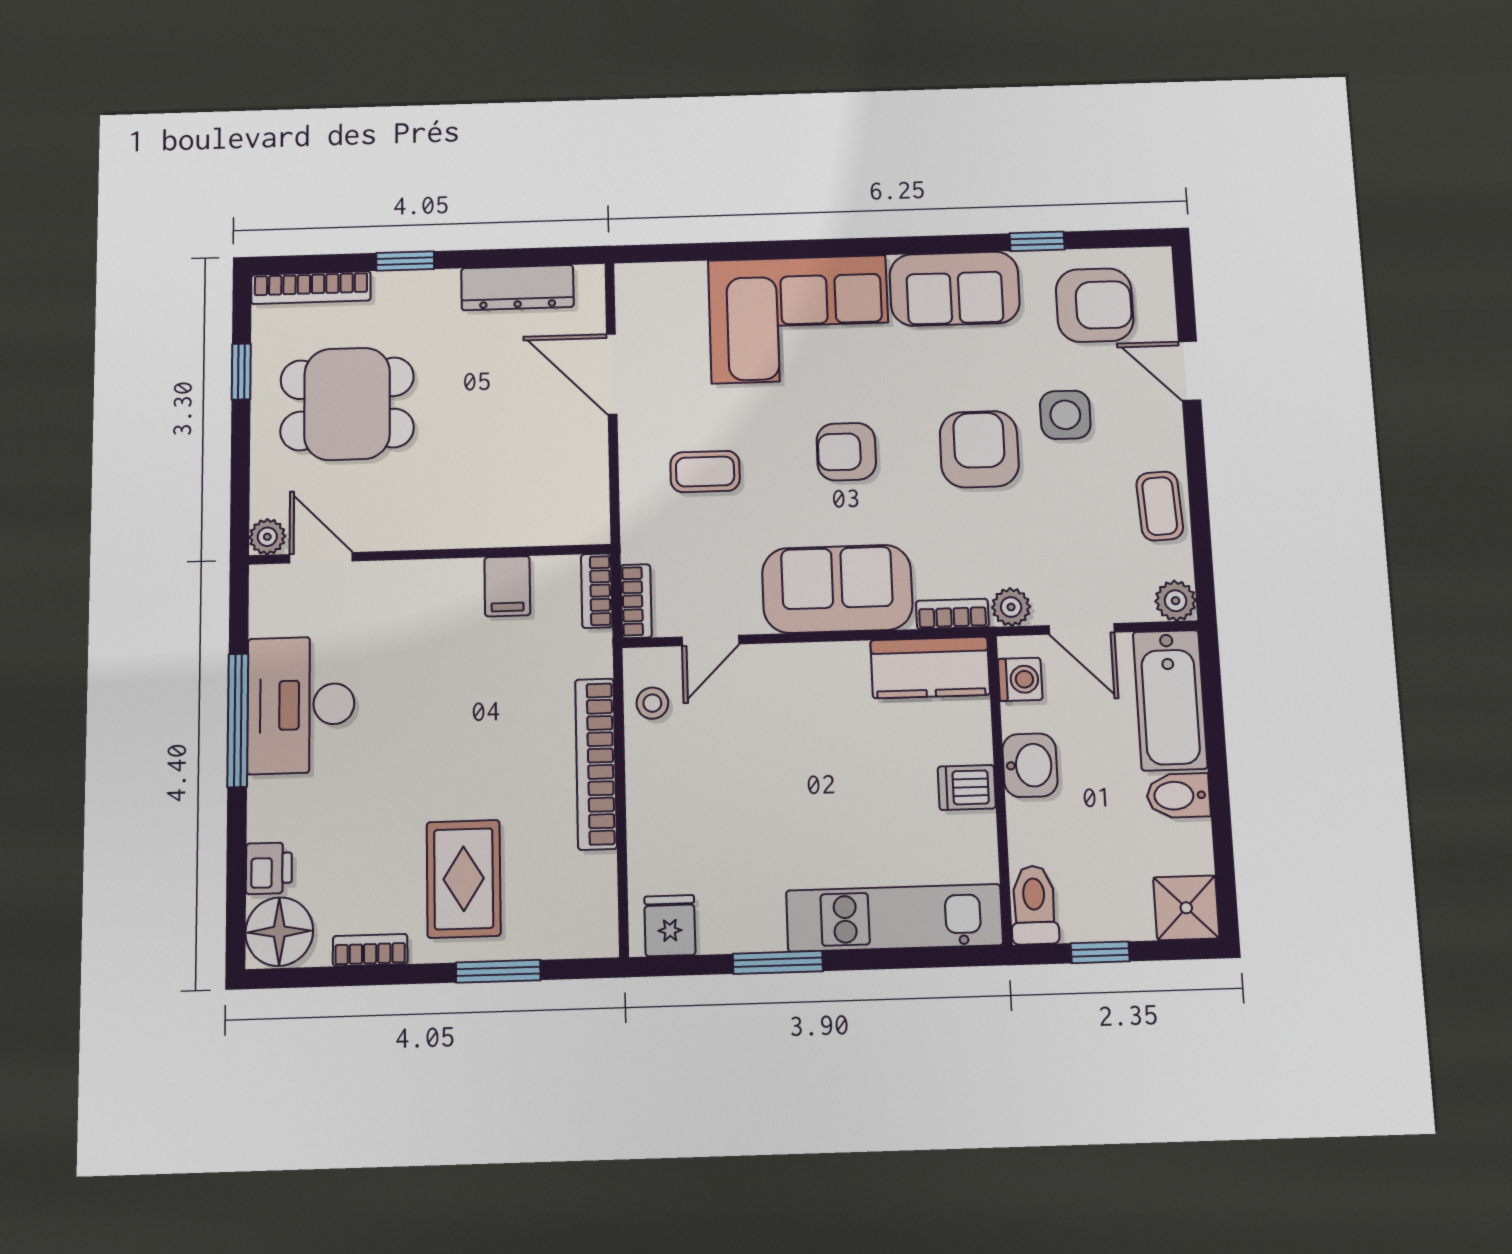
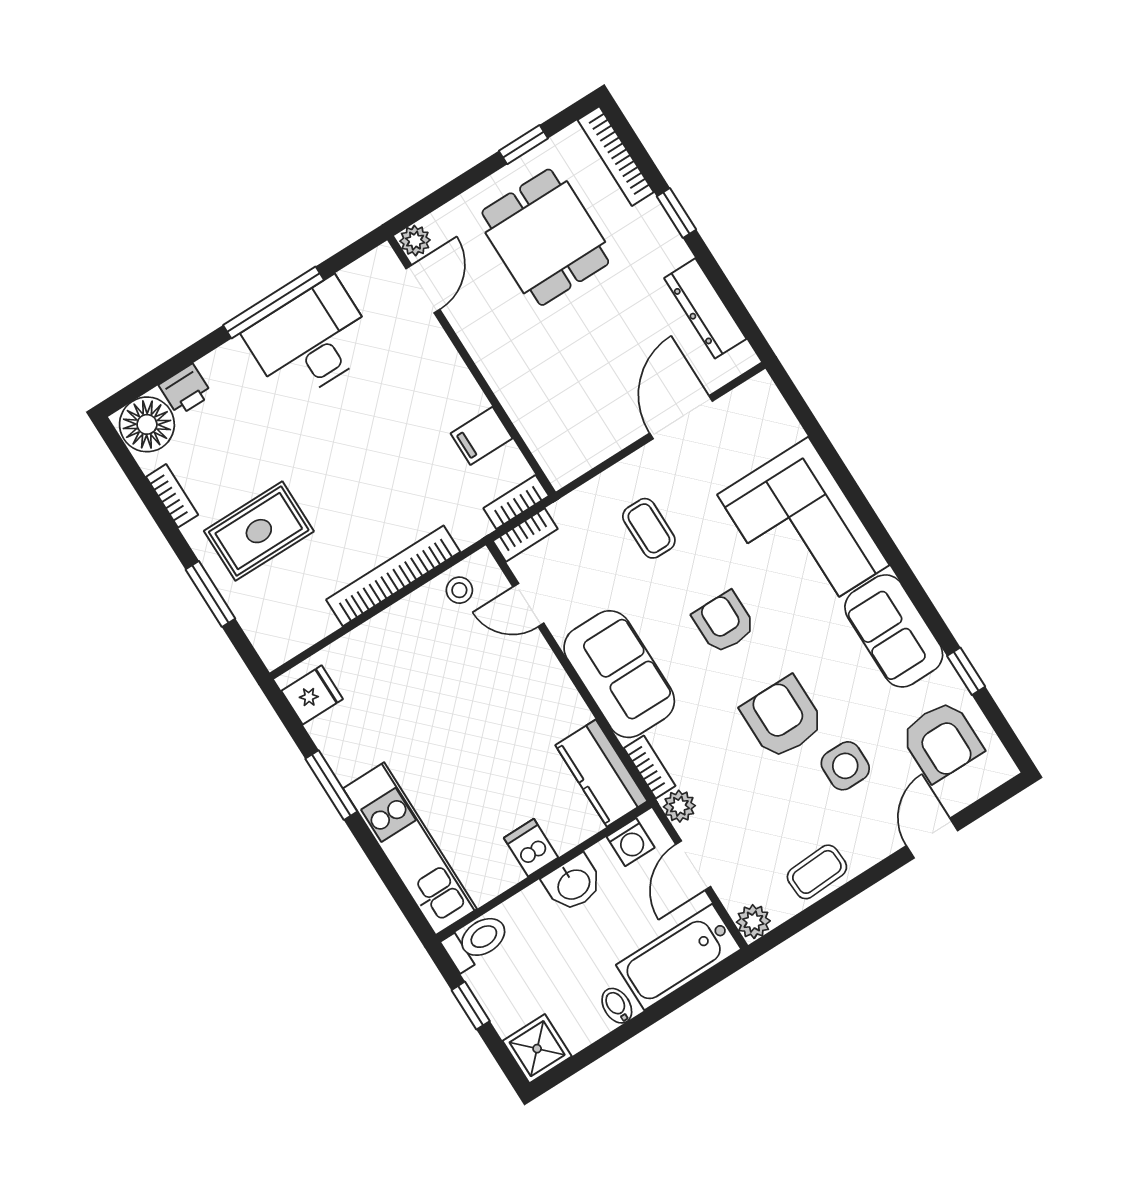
armchair: (979, 449) -> (783, 718), turned -90
bidet: (1178, 796) -> (617, 1006), width x0.72, depth x0.74

